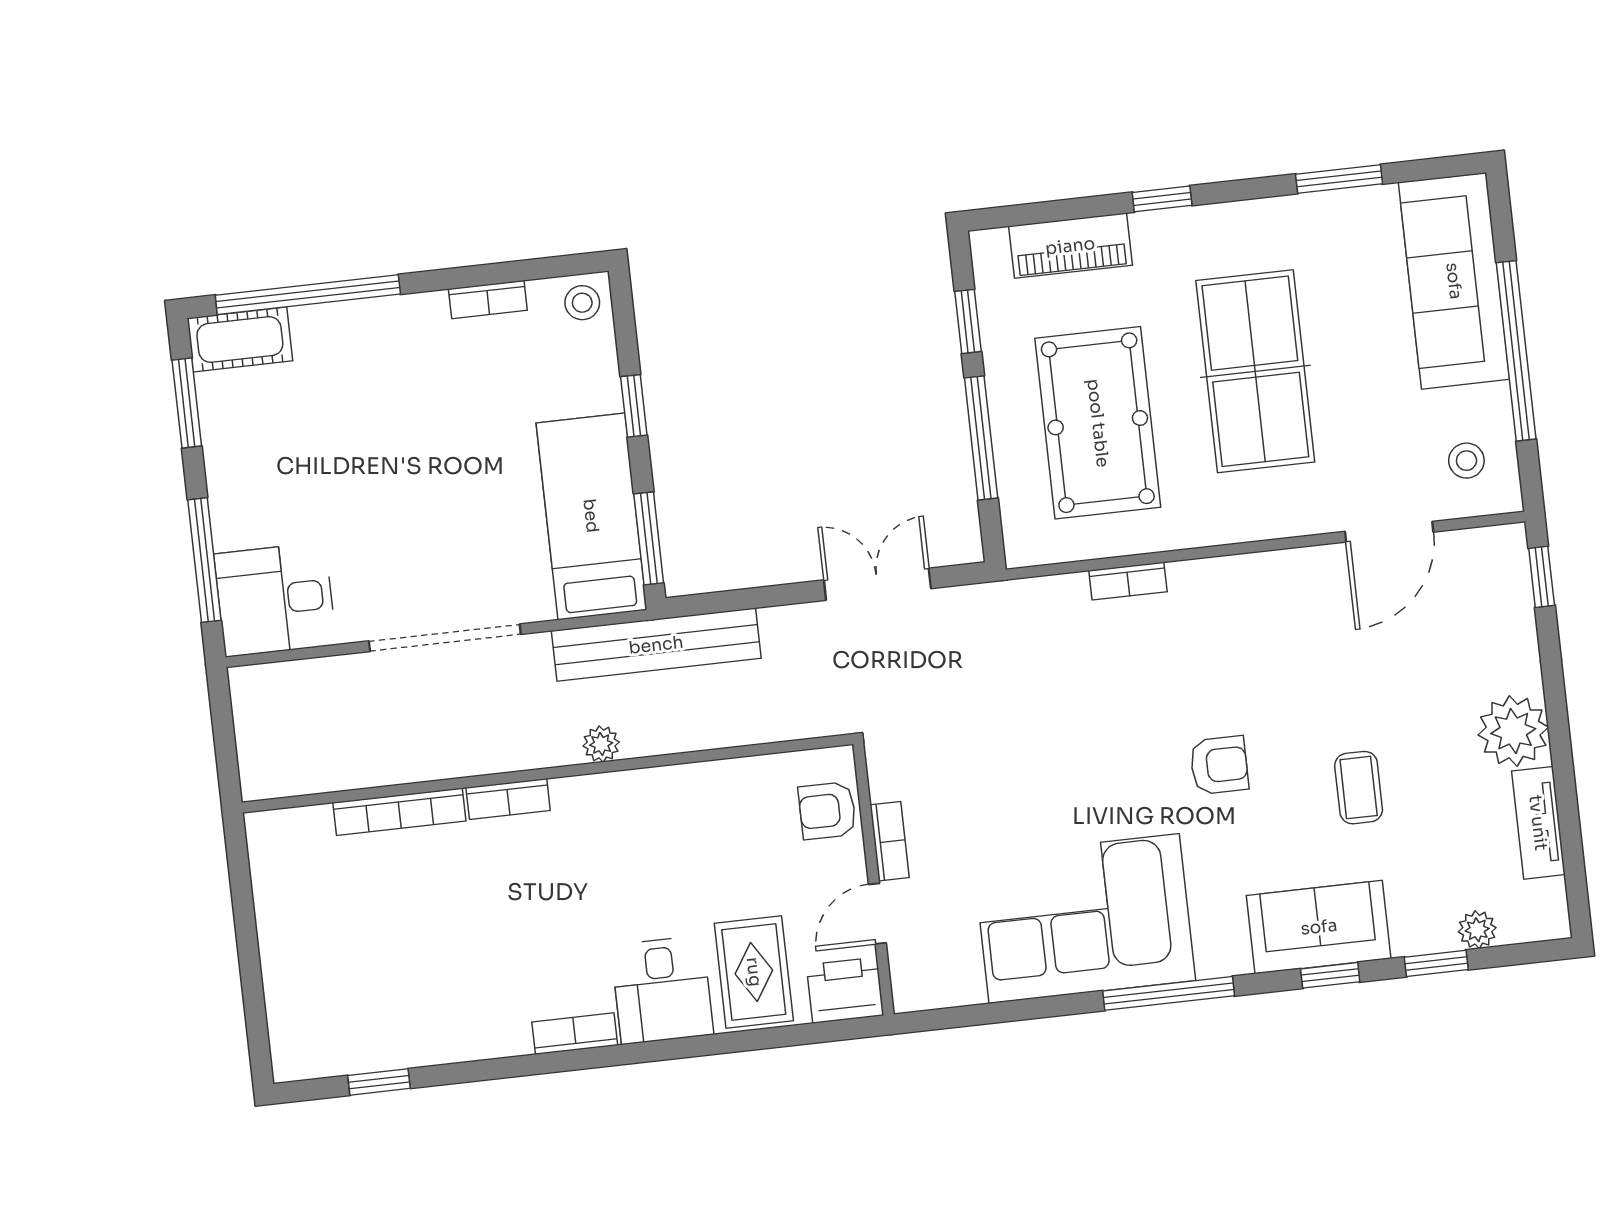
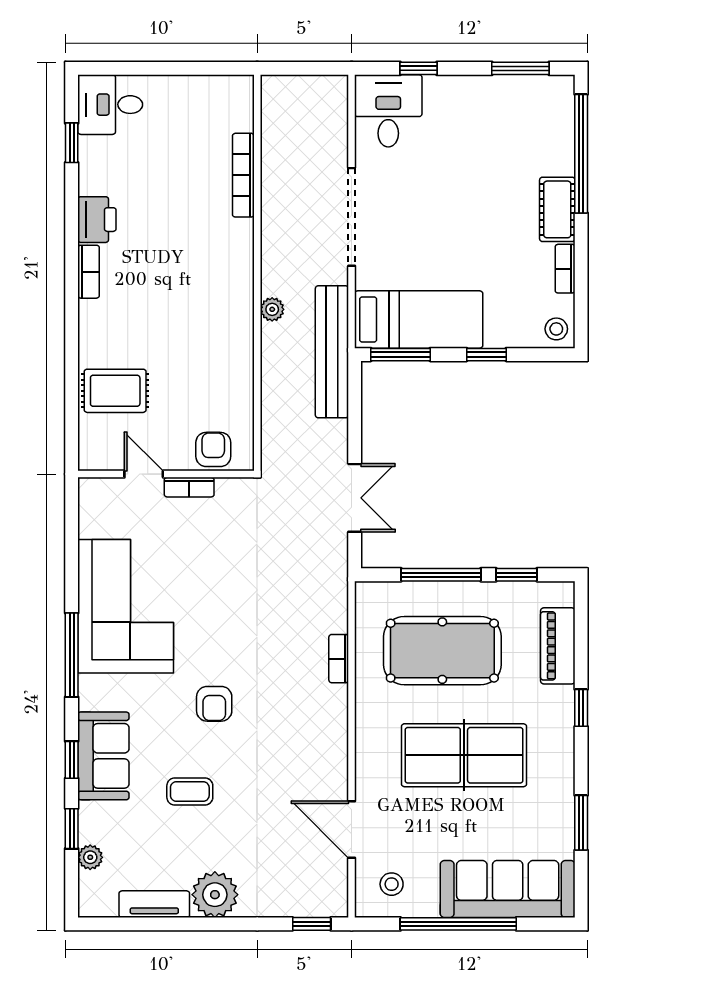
cot: (240, 340) -> (557, 209), moved
window: (204, 560) -> (419, 68), width x0.46
bookcase: (508, 799) -> (244, 246), removed
desk: (662, 990) -> (110, 105), moved
printer: (845, 990) -> (97, 220), moved

